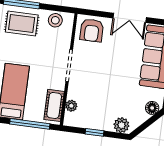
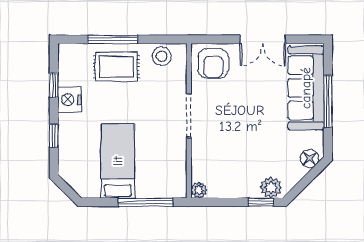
cot: (54, 105) -> (175, 173), removed
plant: (71, 106) -> (199, 190), moved
window: (94, 132) -> (261, 202), moved

